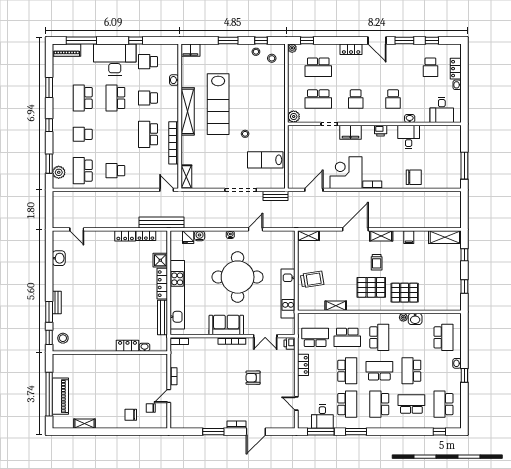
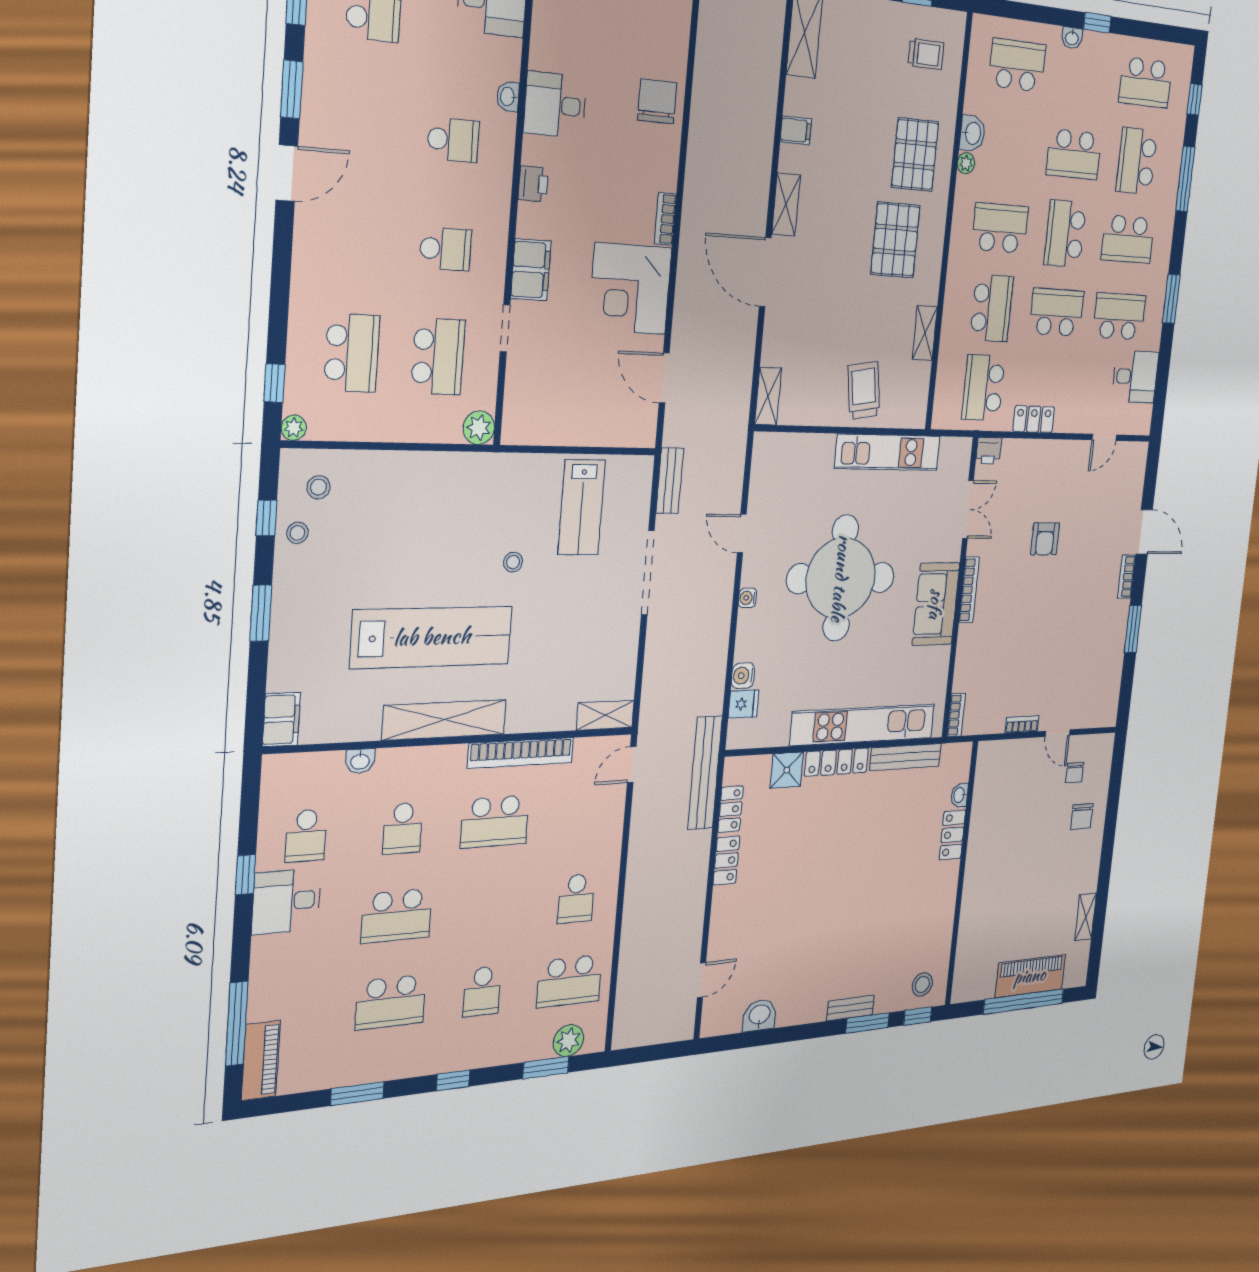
locker: (351, 49) -> (307, 253), removed
desk: (115, 60) -> (286, 901), width x0.53, depth x0.77
trolley: (377, 262) -> (926, 54), moved
window: (321, 432) -> (1185, 179), moved

